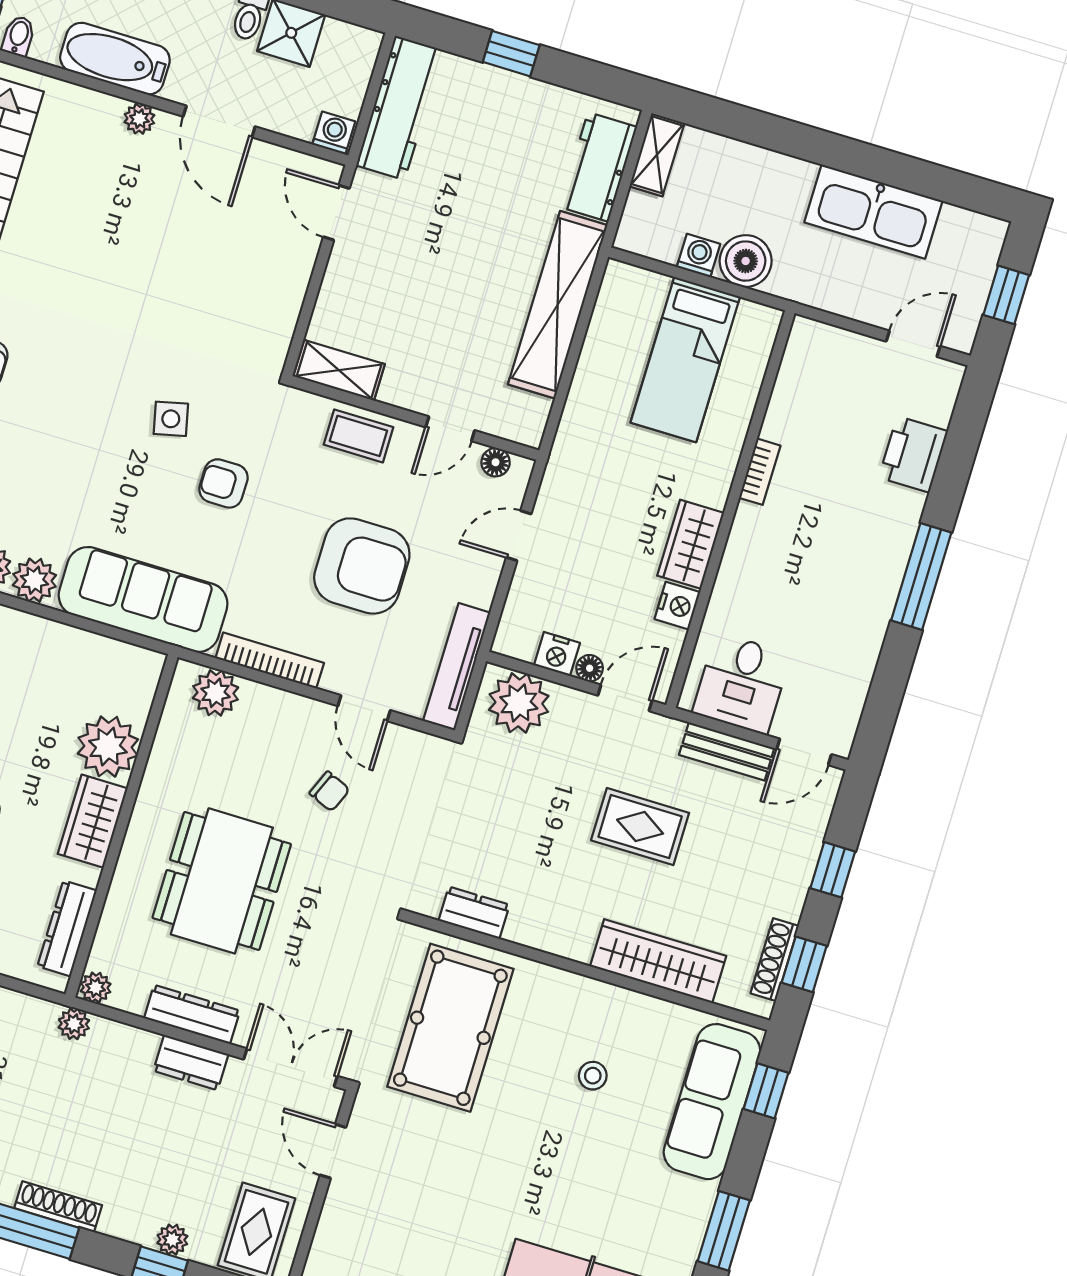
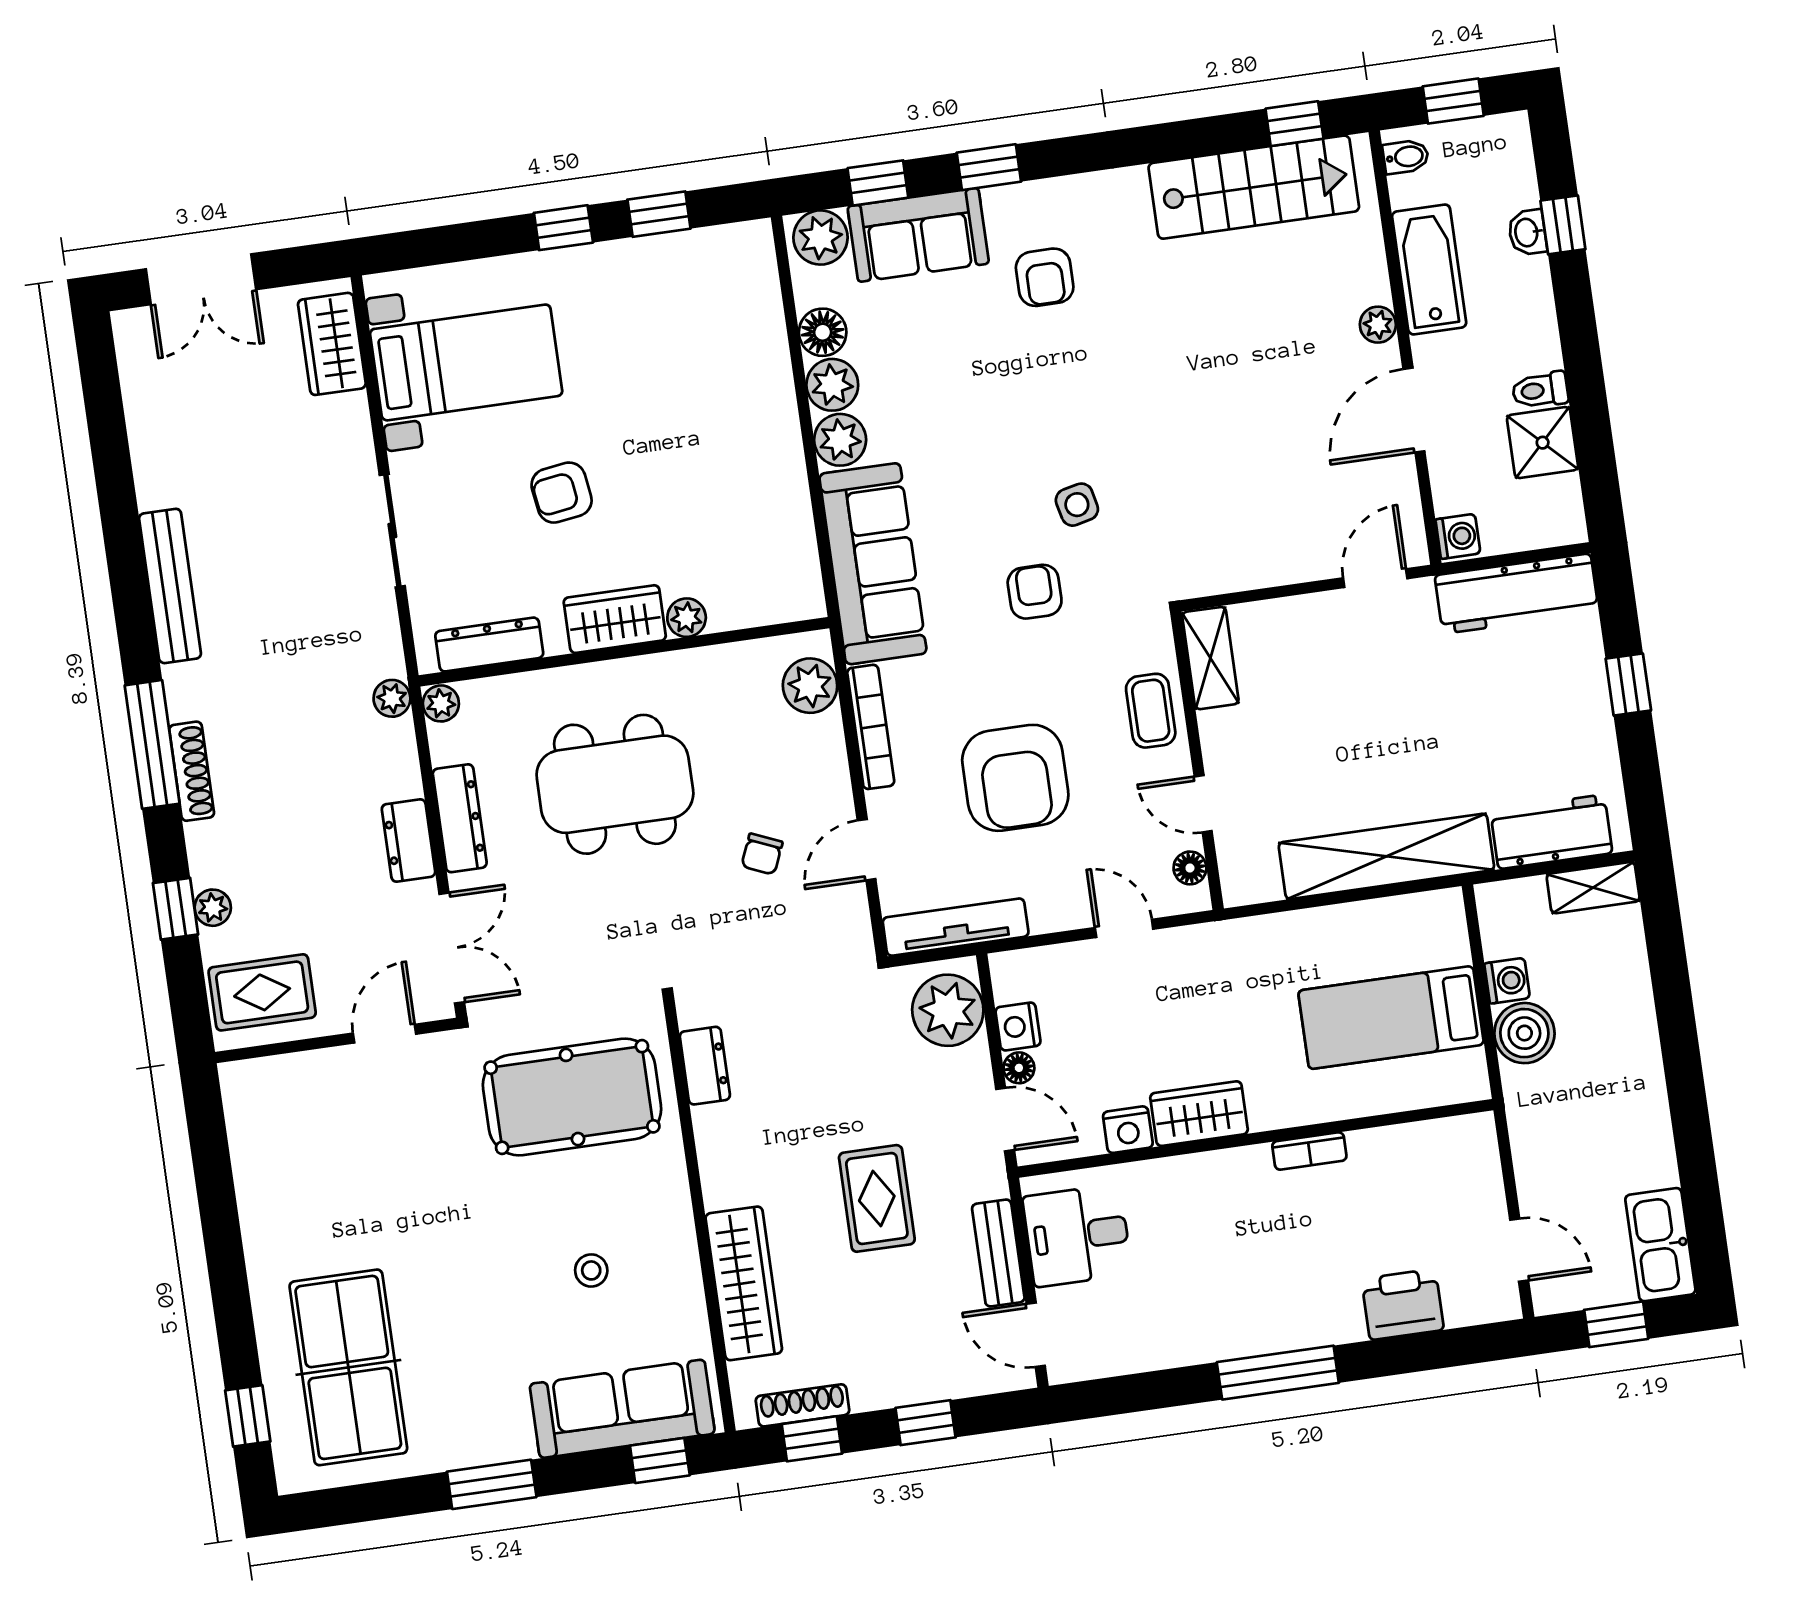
kitchen sink: (873, 212) -> (1660, 1245), moved, width x0.73, depth x0.81
plant: (108, 747) -> (687, 618), width x0.53, depth x0.53

